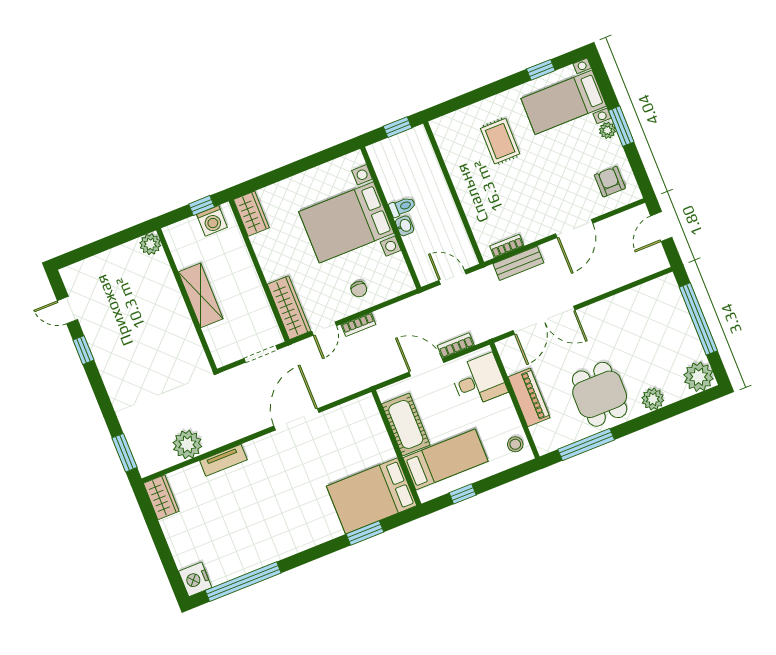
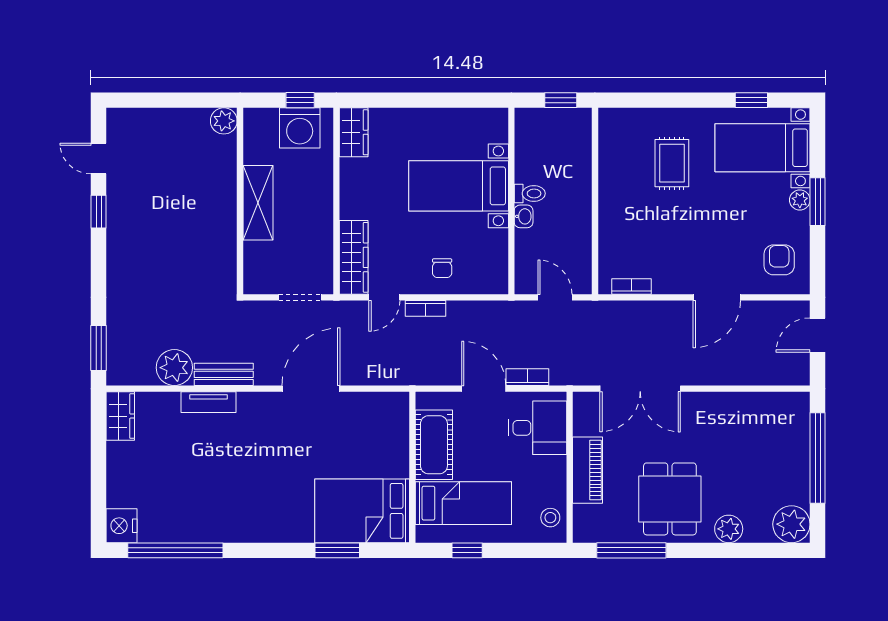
washing machine: (212, 221) -> (300, 128), width x1.37, depth x1.37
bed with nightstands: (346, 222) -> (459, 186), width x0.73
bench: (518, 263) -> (224, 374), moved

